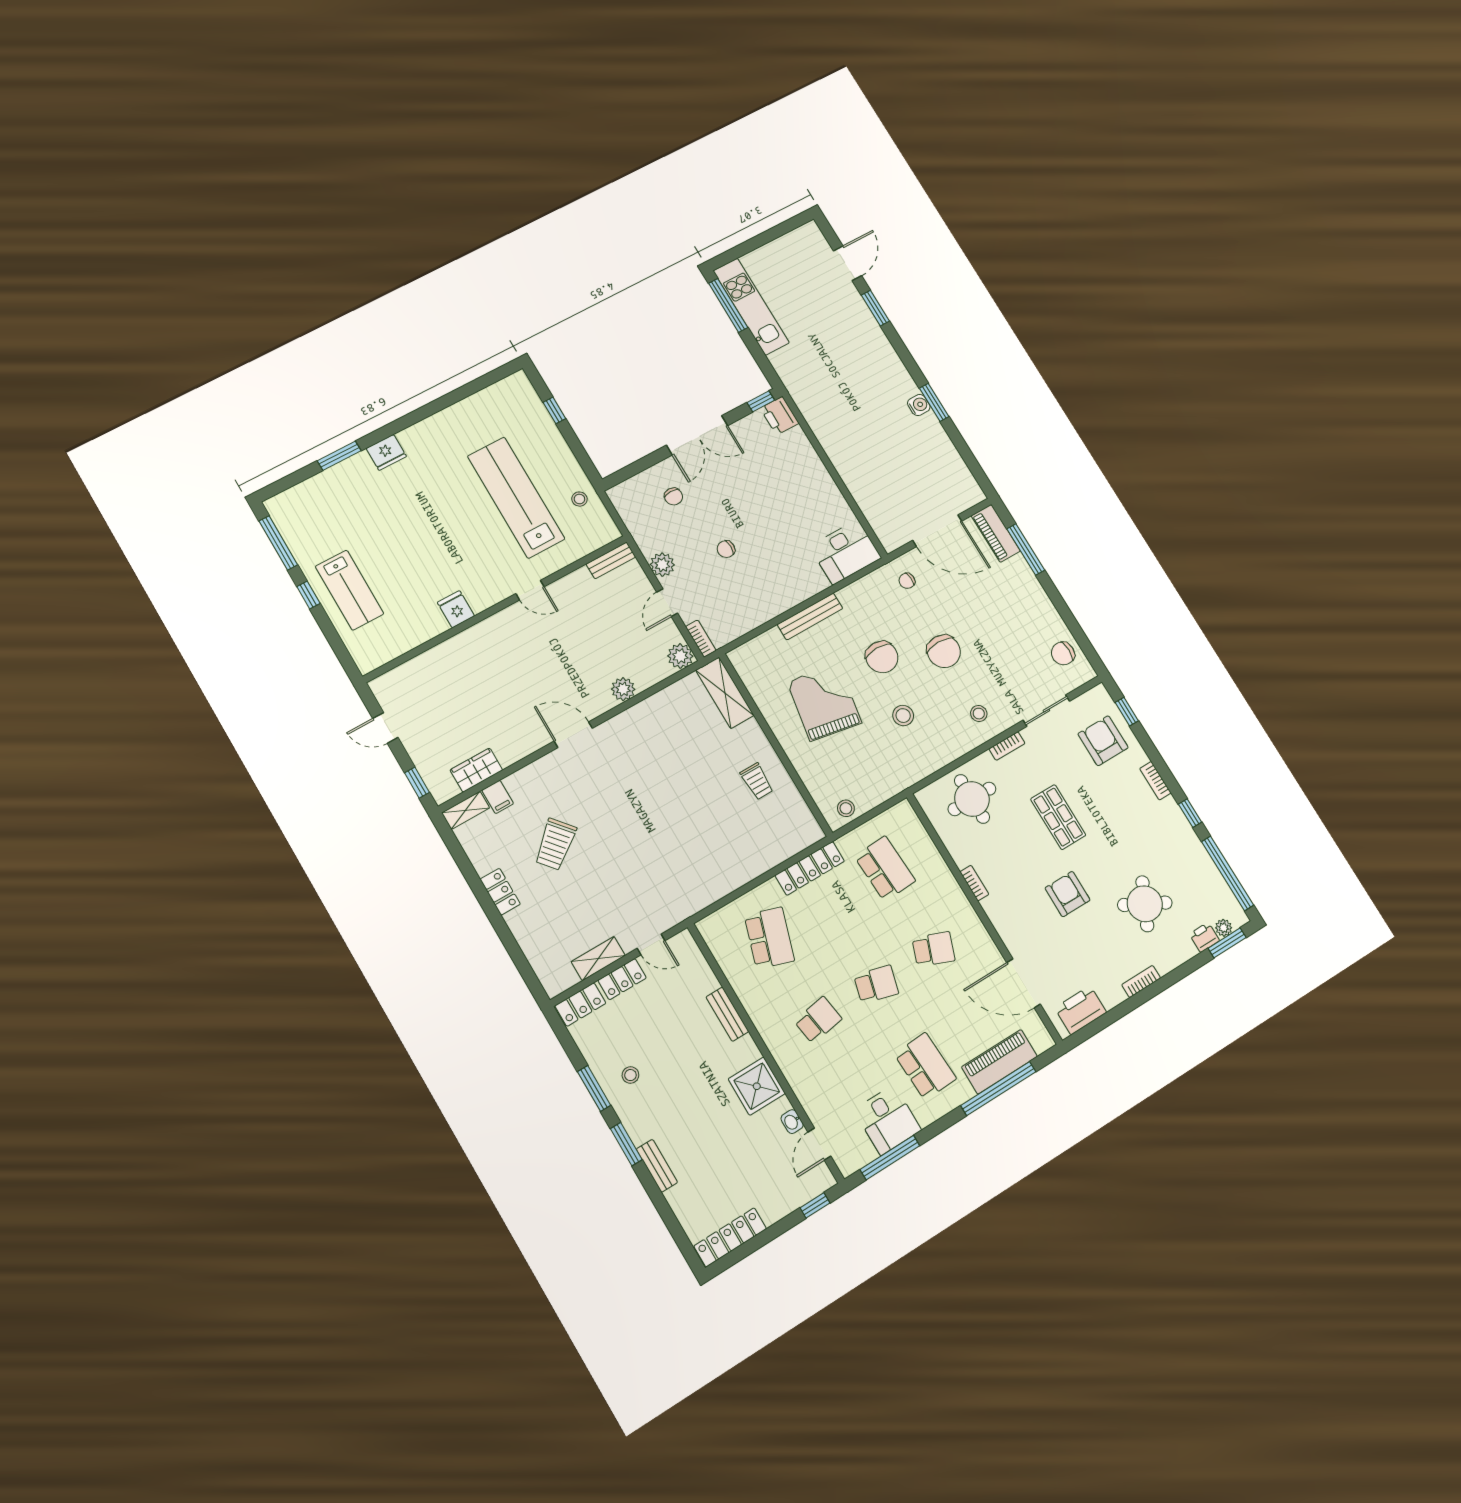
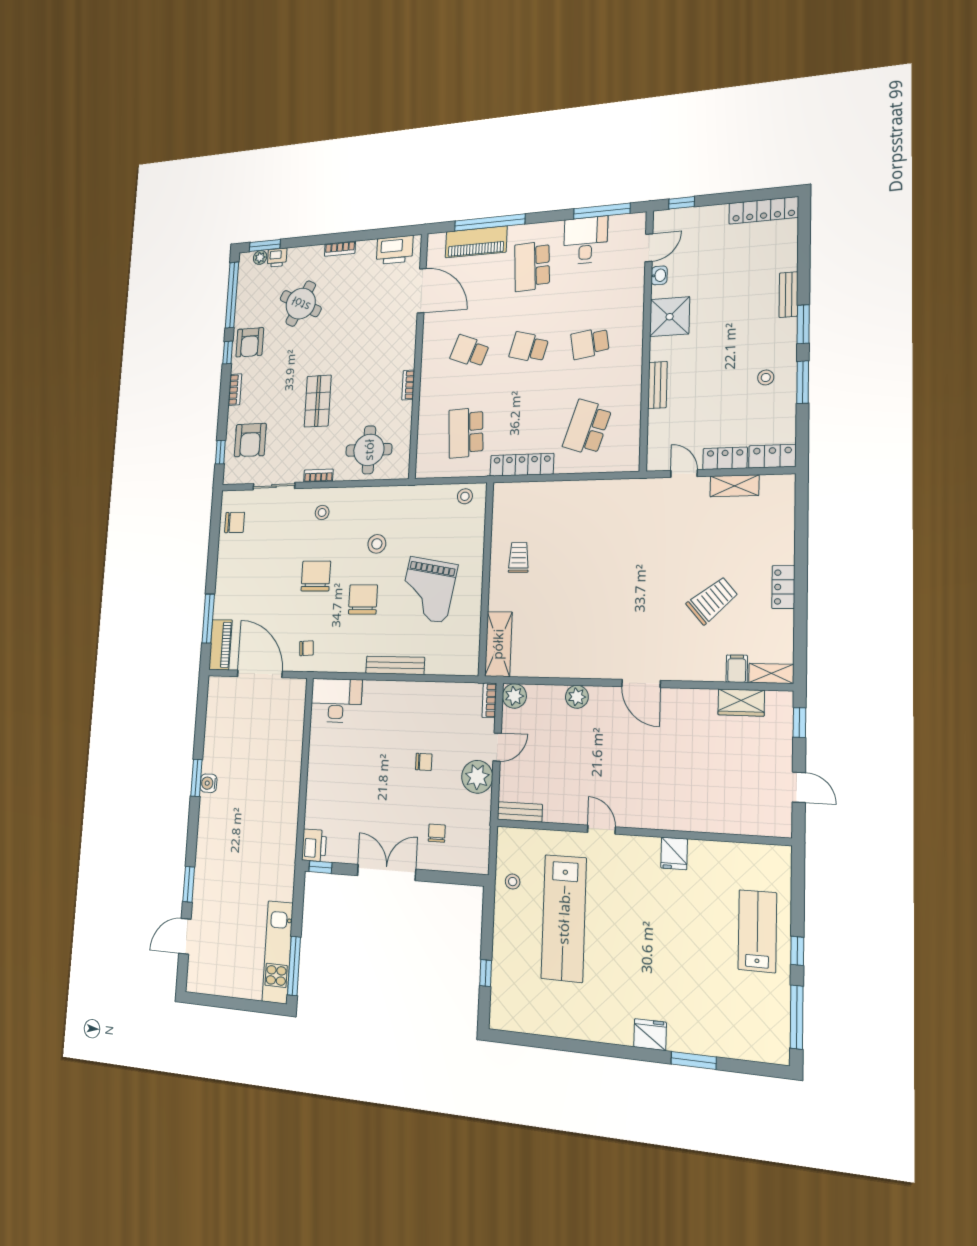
plant: (662, 565) -> (477, 777), width x1.36, depth x1.36
armchair: (1068, 894) -> (250, 342), moved

